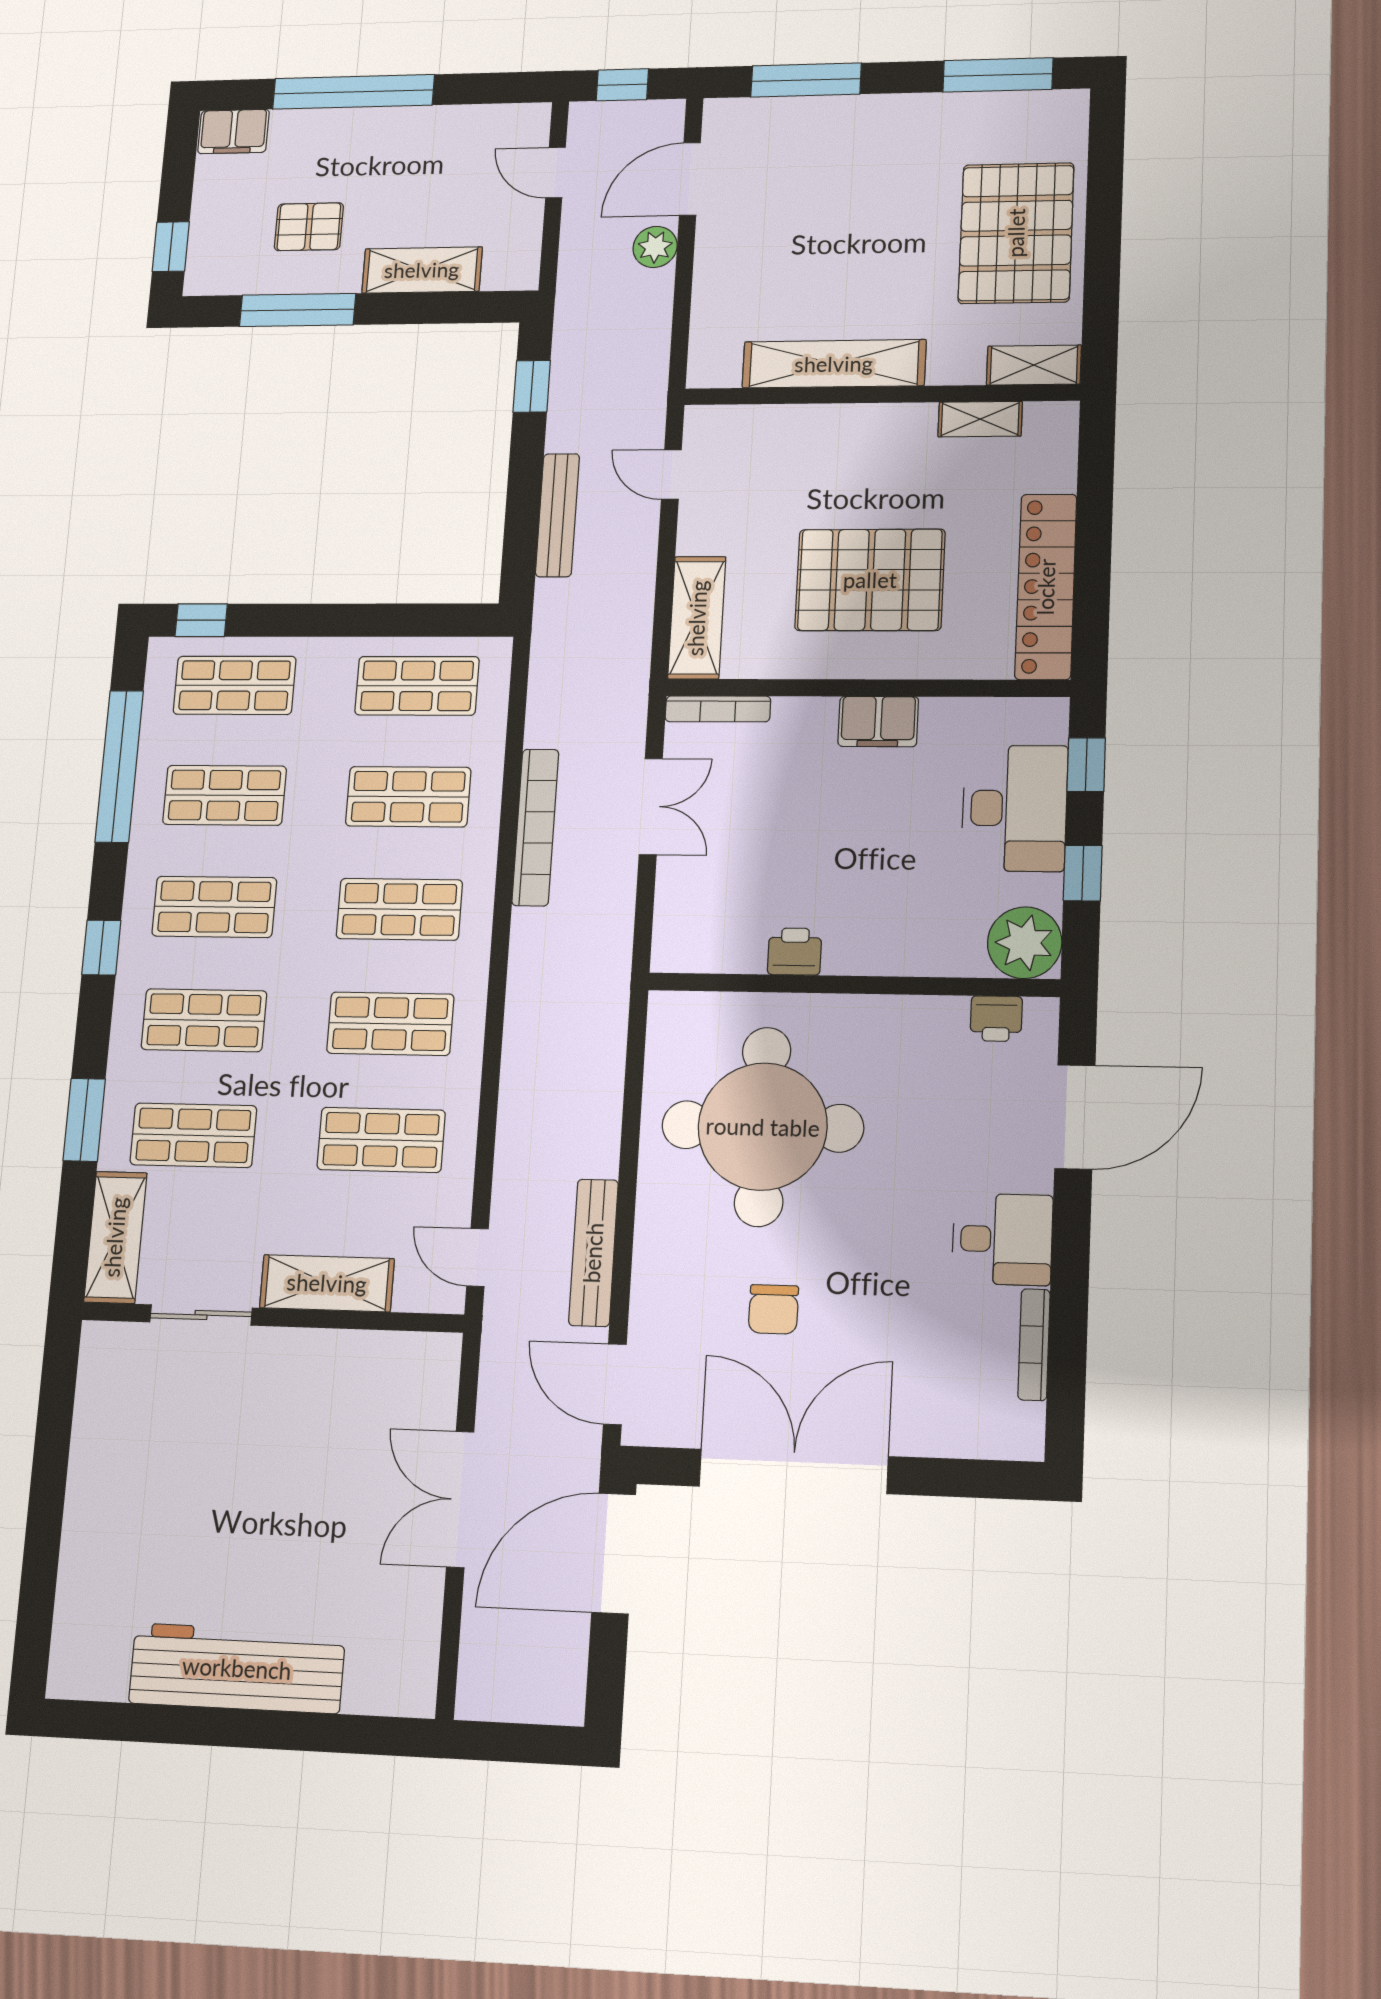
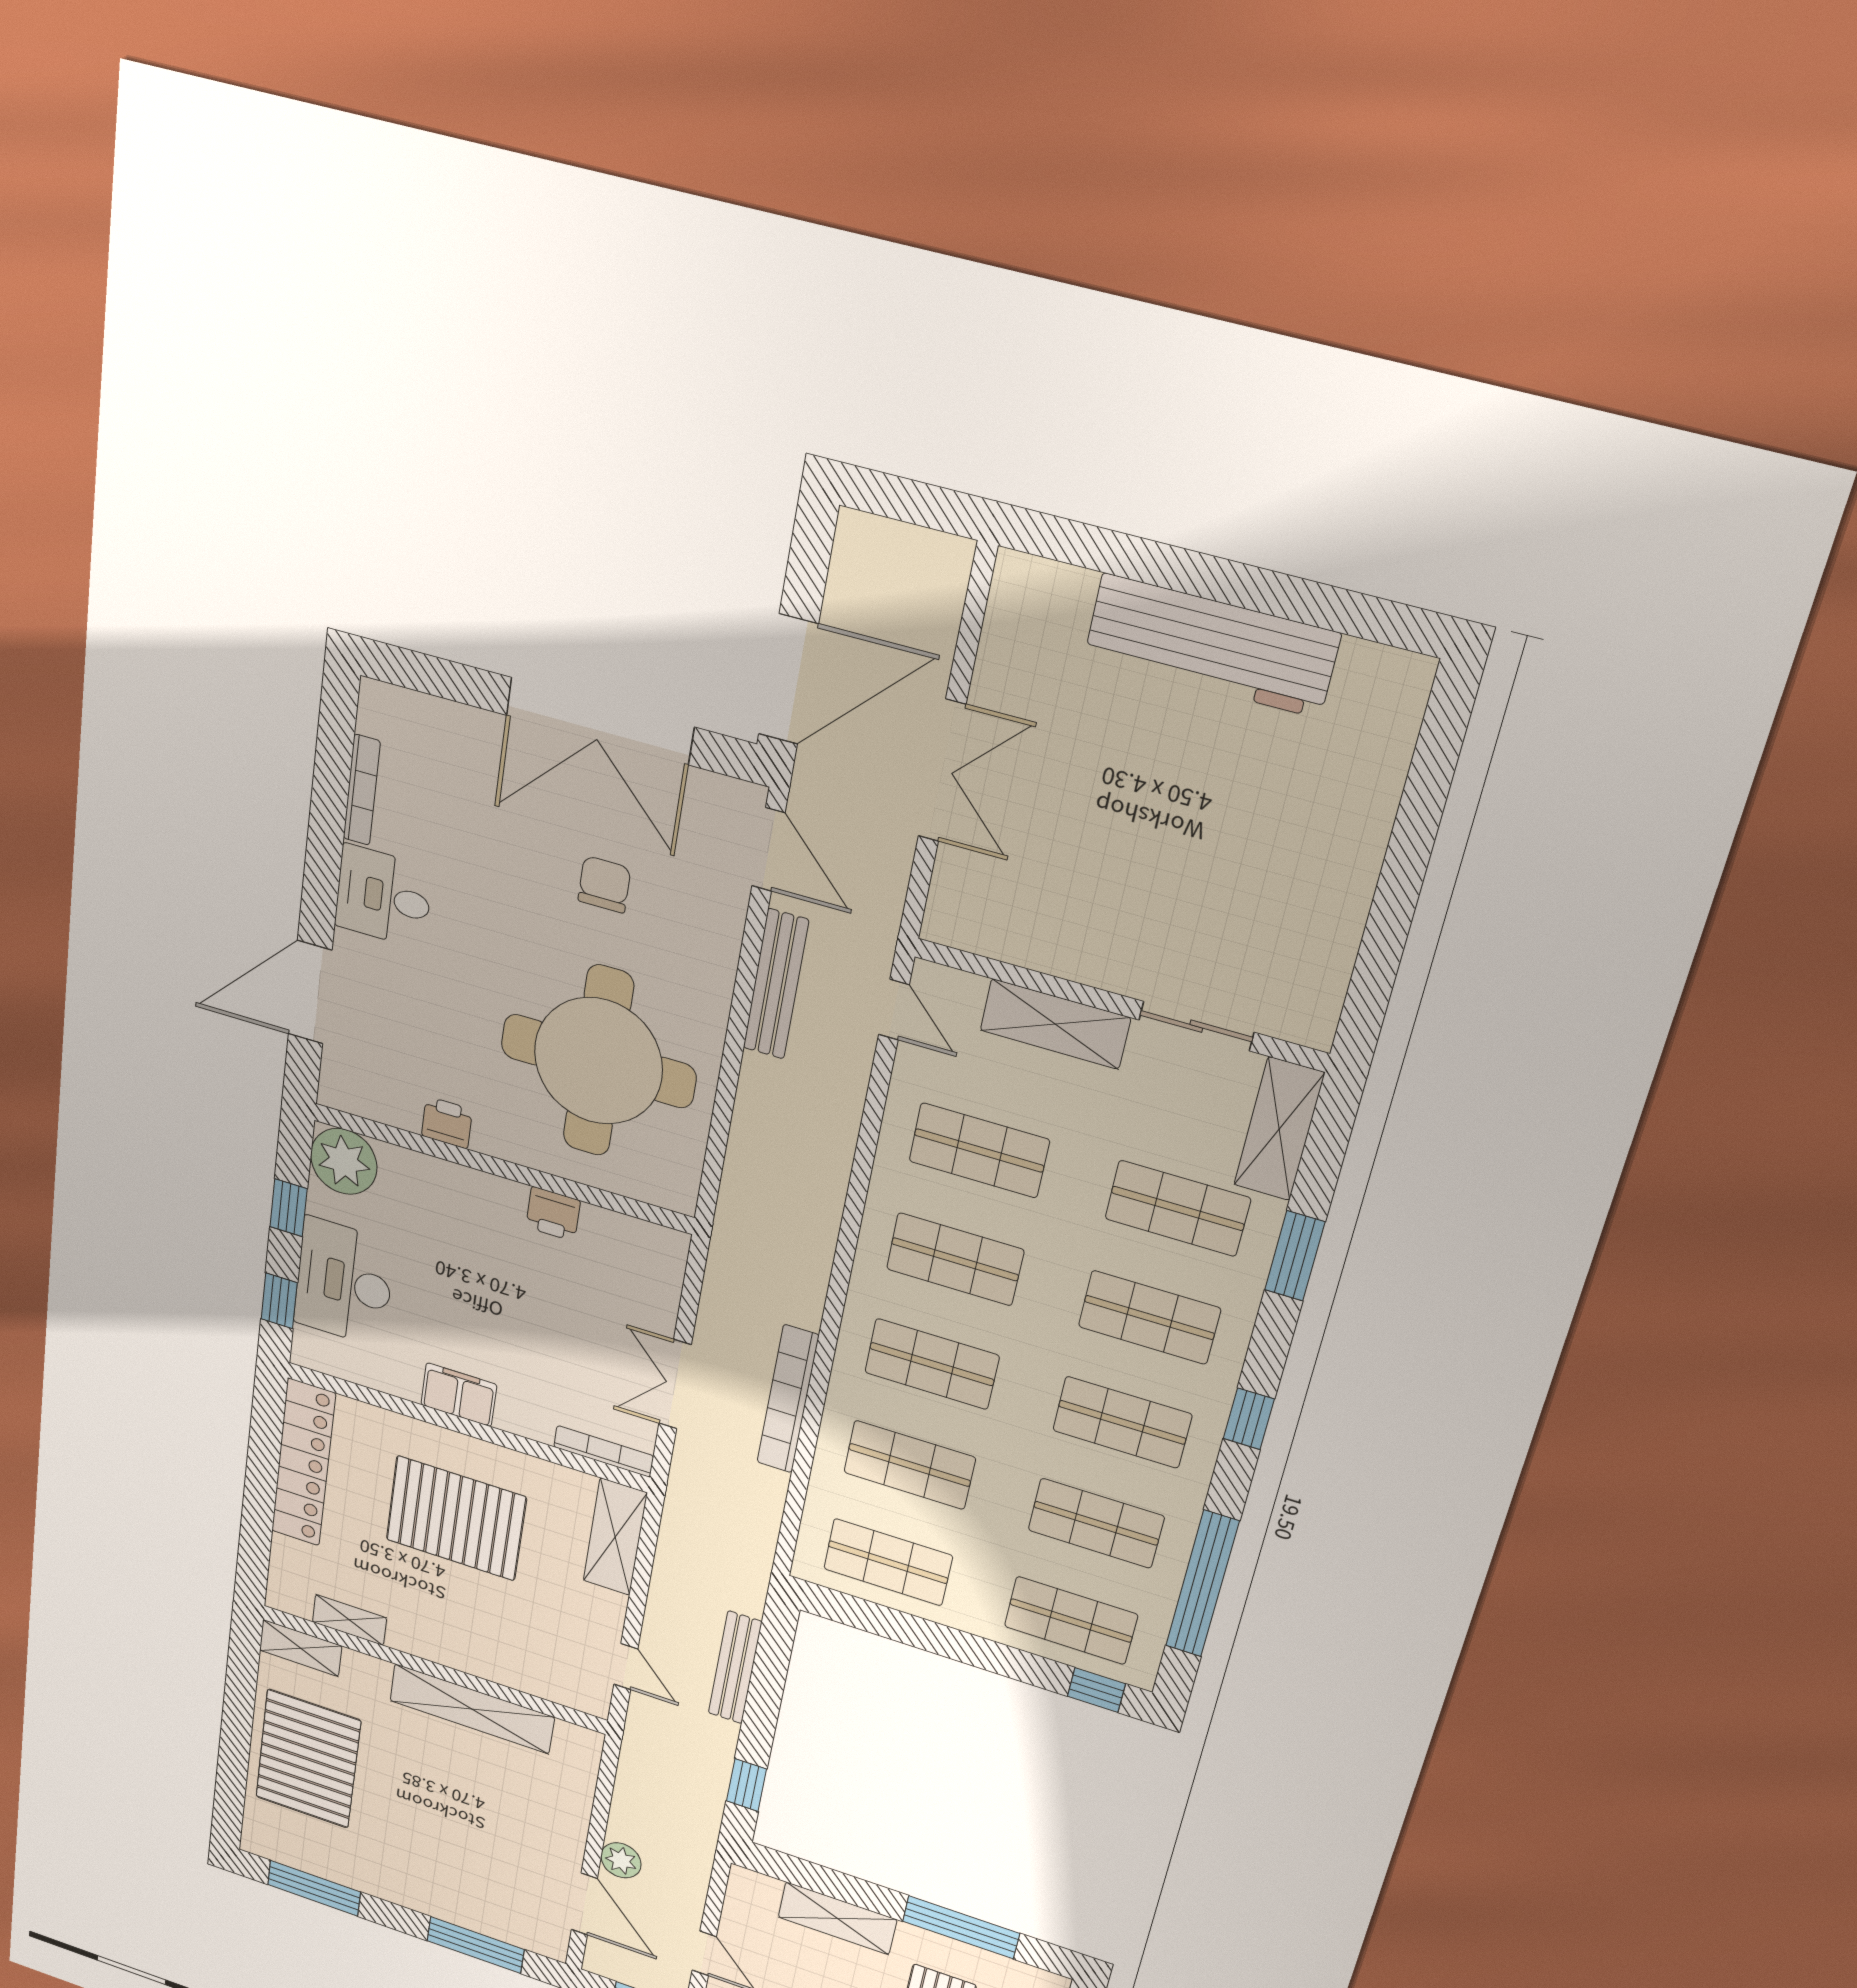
door: (690, 179) -> (584, 1904), hinge flipped
printer: (996, 1019) -> (447, 1123), moved

